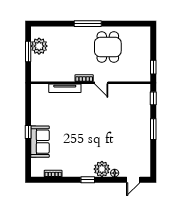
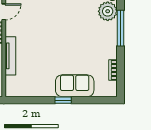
window: (88, 180) -> (121, 28), width x2.17

